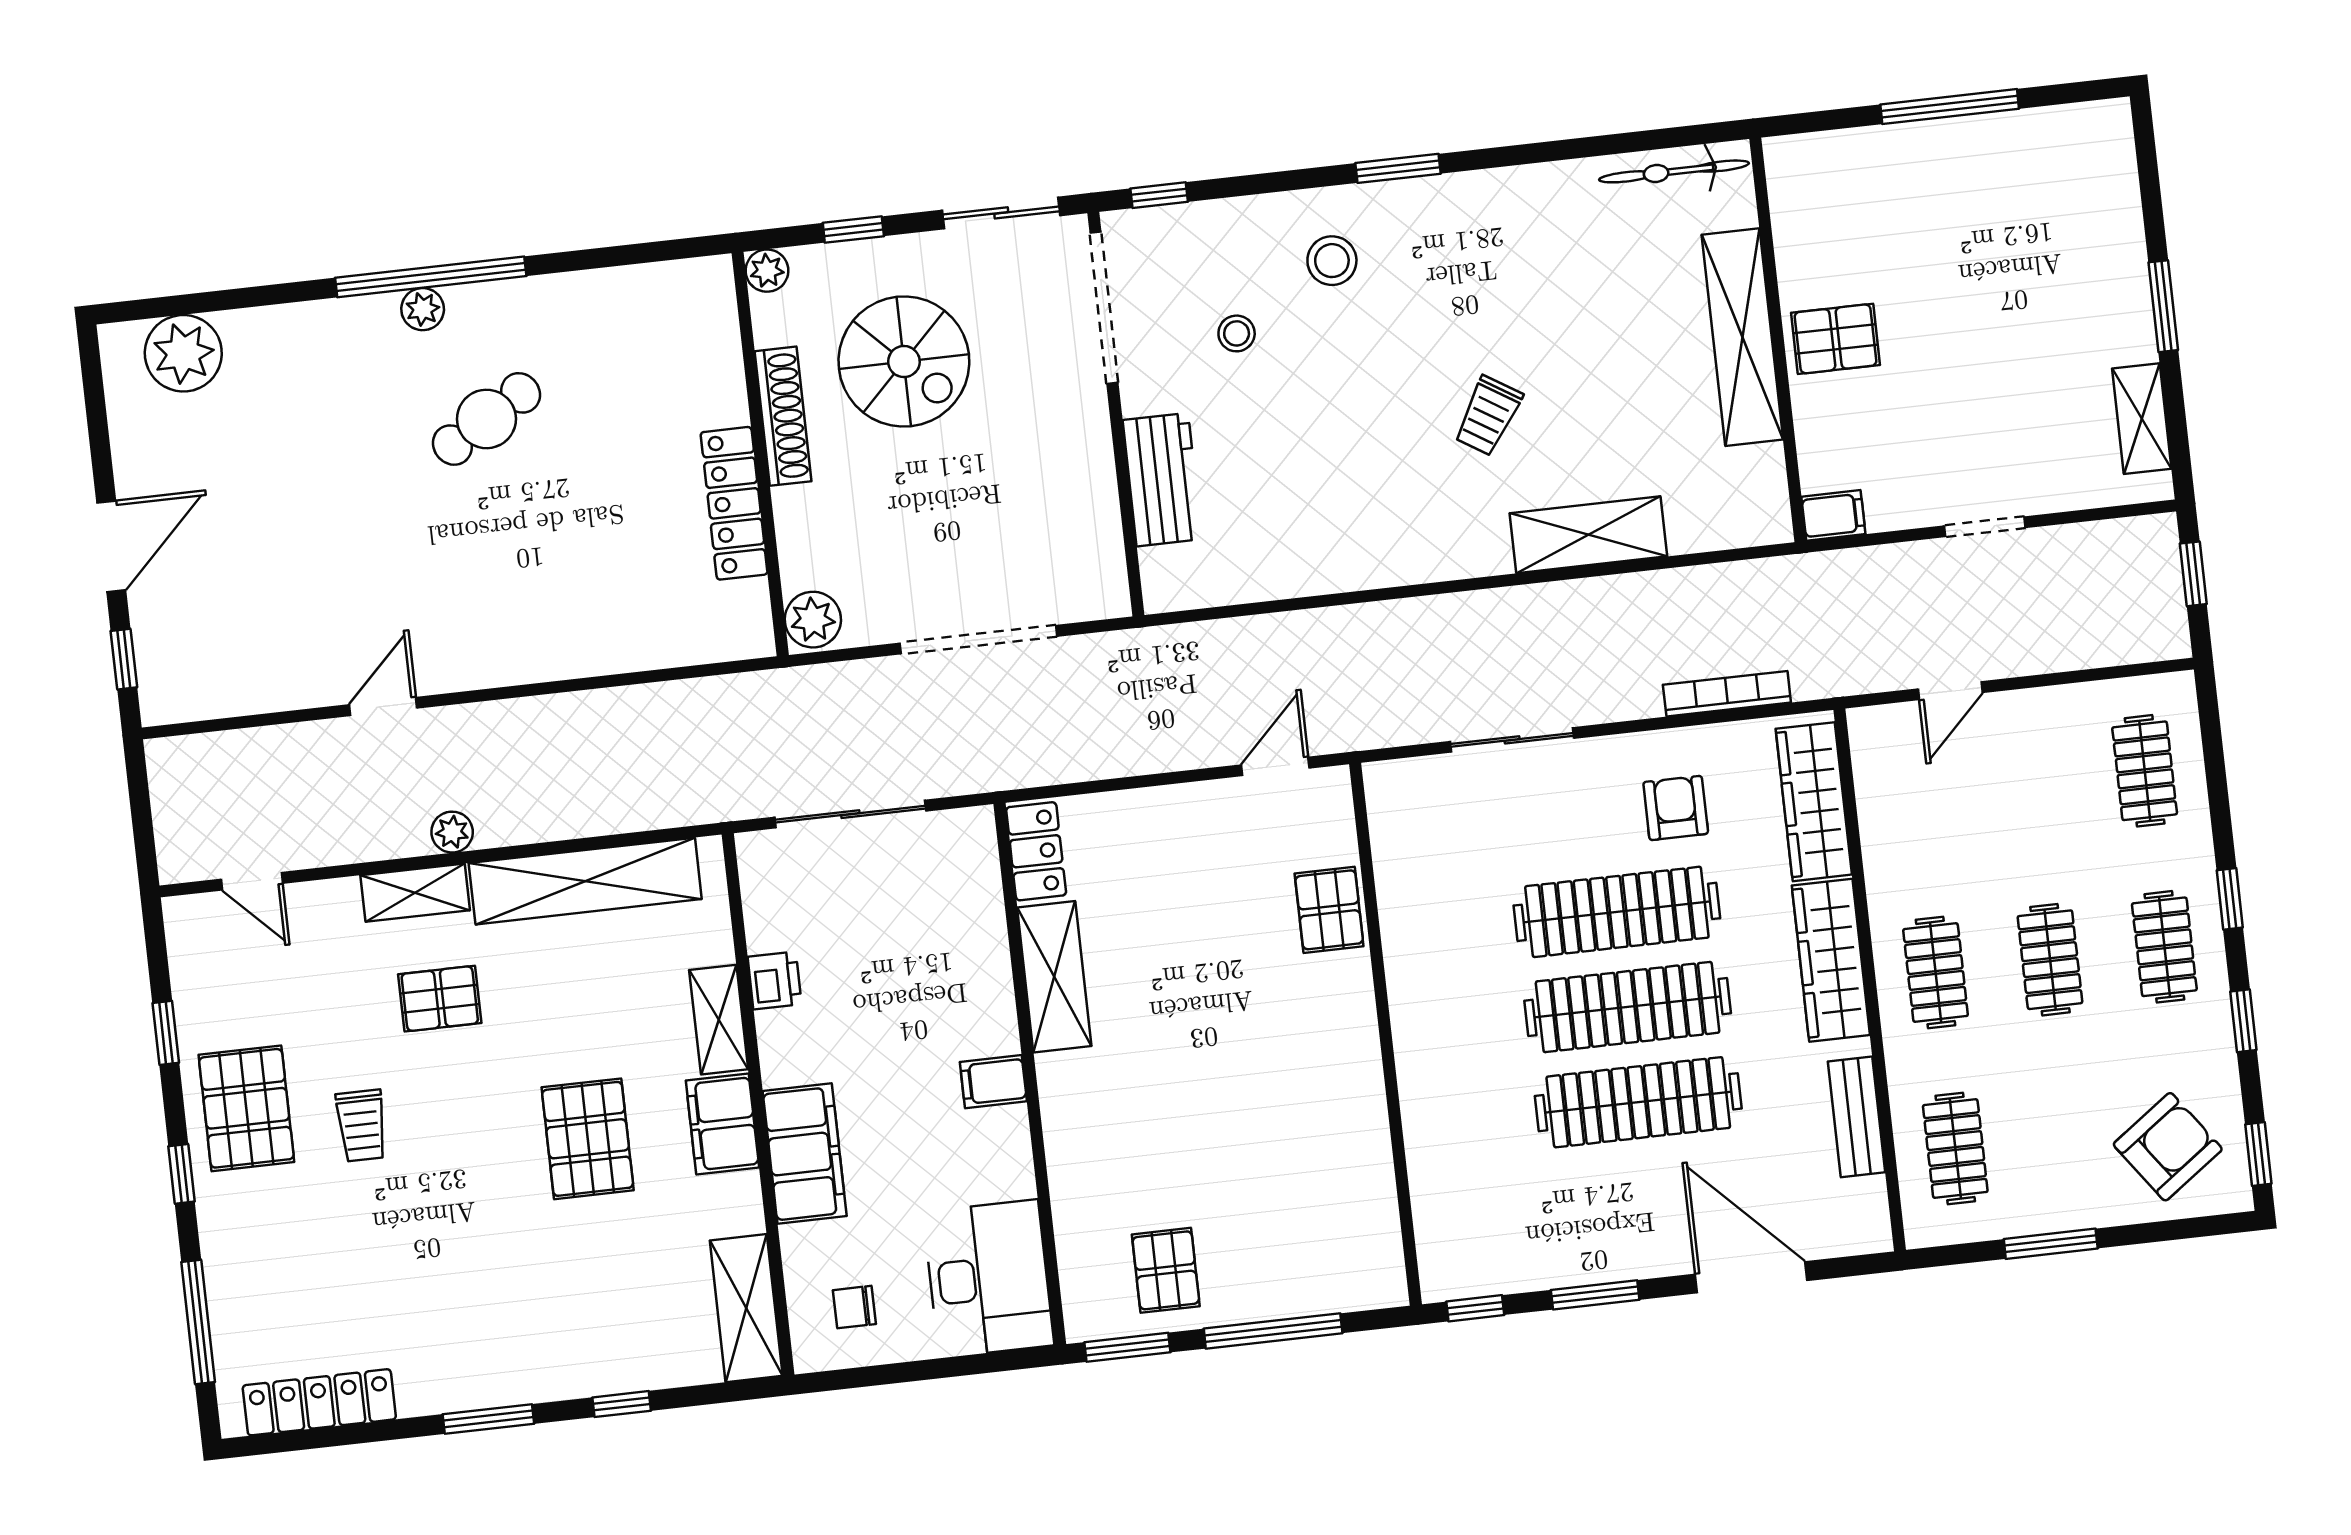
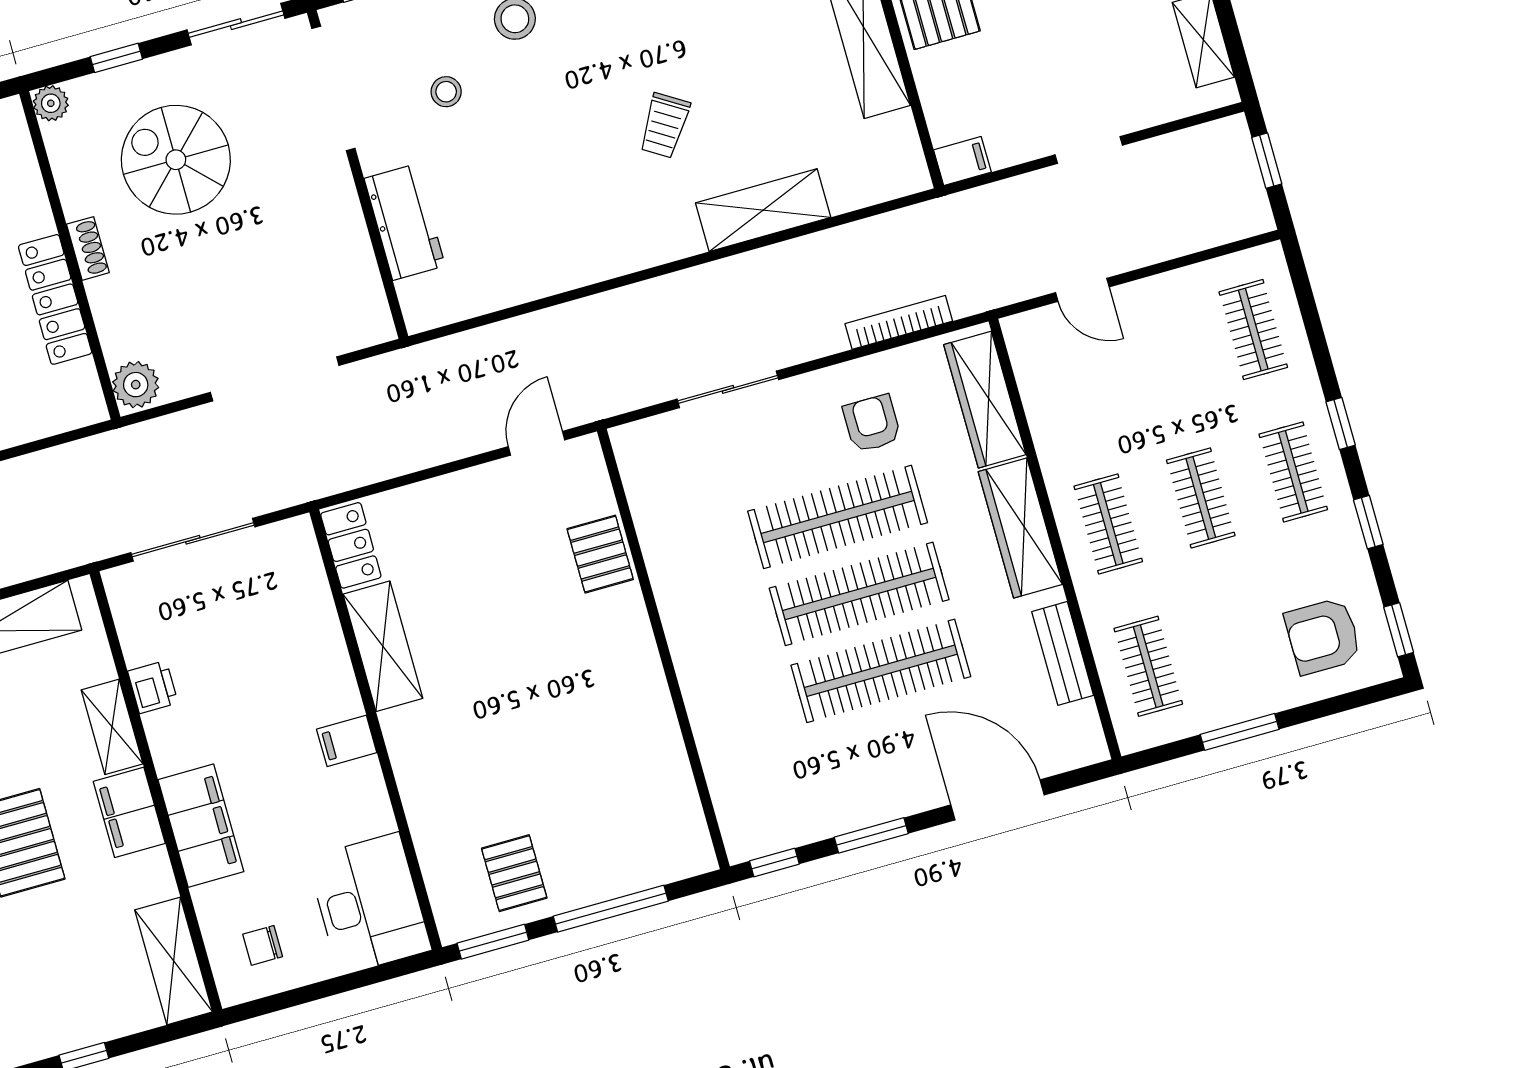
spiral stairs: (904, 362) -> (176, 160), turned 180
shoe rack: (783, 416) -> (88, 248), width x0.51, depth x0.81
door: (1950, 691) -> (1082, 290), hinge flipped
armchair: (2168, 1147) -> (1323, 636), turned -144

